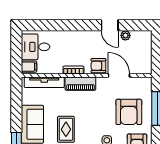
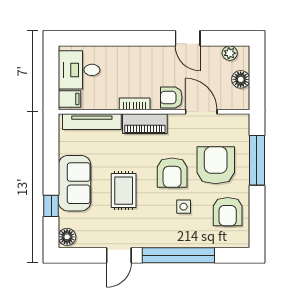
plant: (125, 35) -> (230, 53), moved
floor lamp: (146, 53) -> (241, 79), added
armchair: (129, 112) -> (216, 165), turned 180
armchair: (99, 117) -> (172, 173), added

